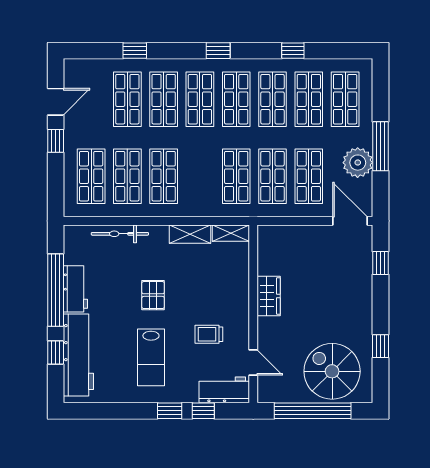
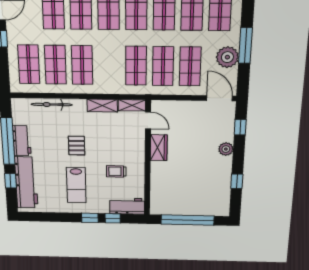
plant: (363, 296) -> (226, 149), added
door: (253, 363) -> (148, 120), moved
spiral stairs: (332, 371) -> (202, 196), removed

